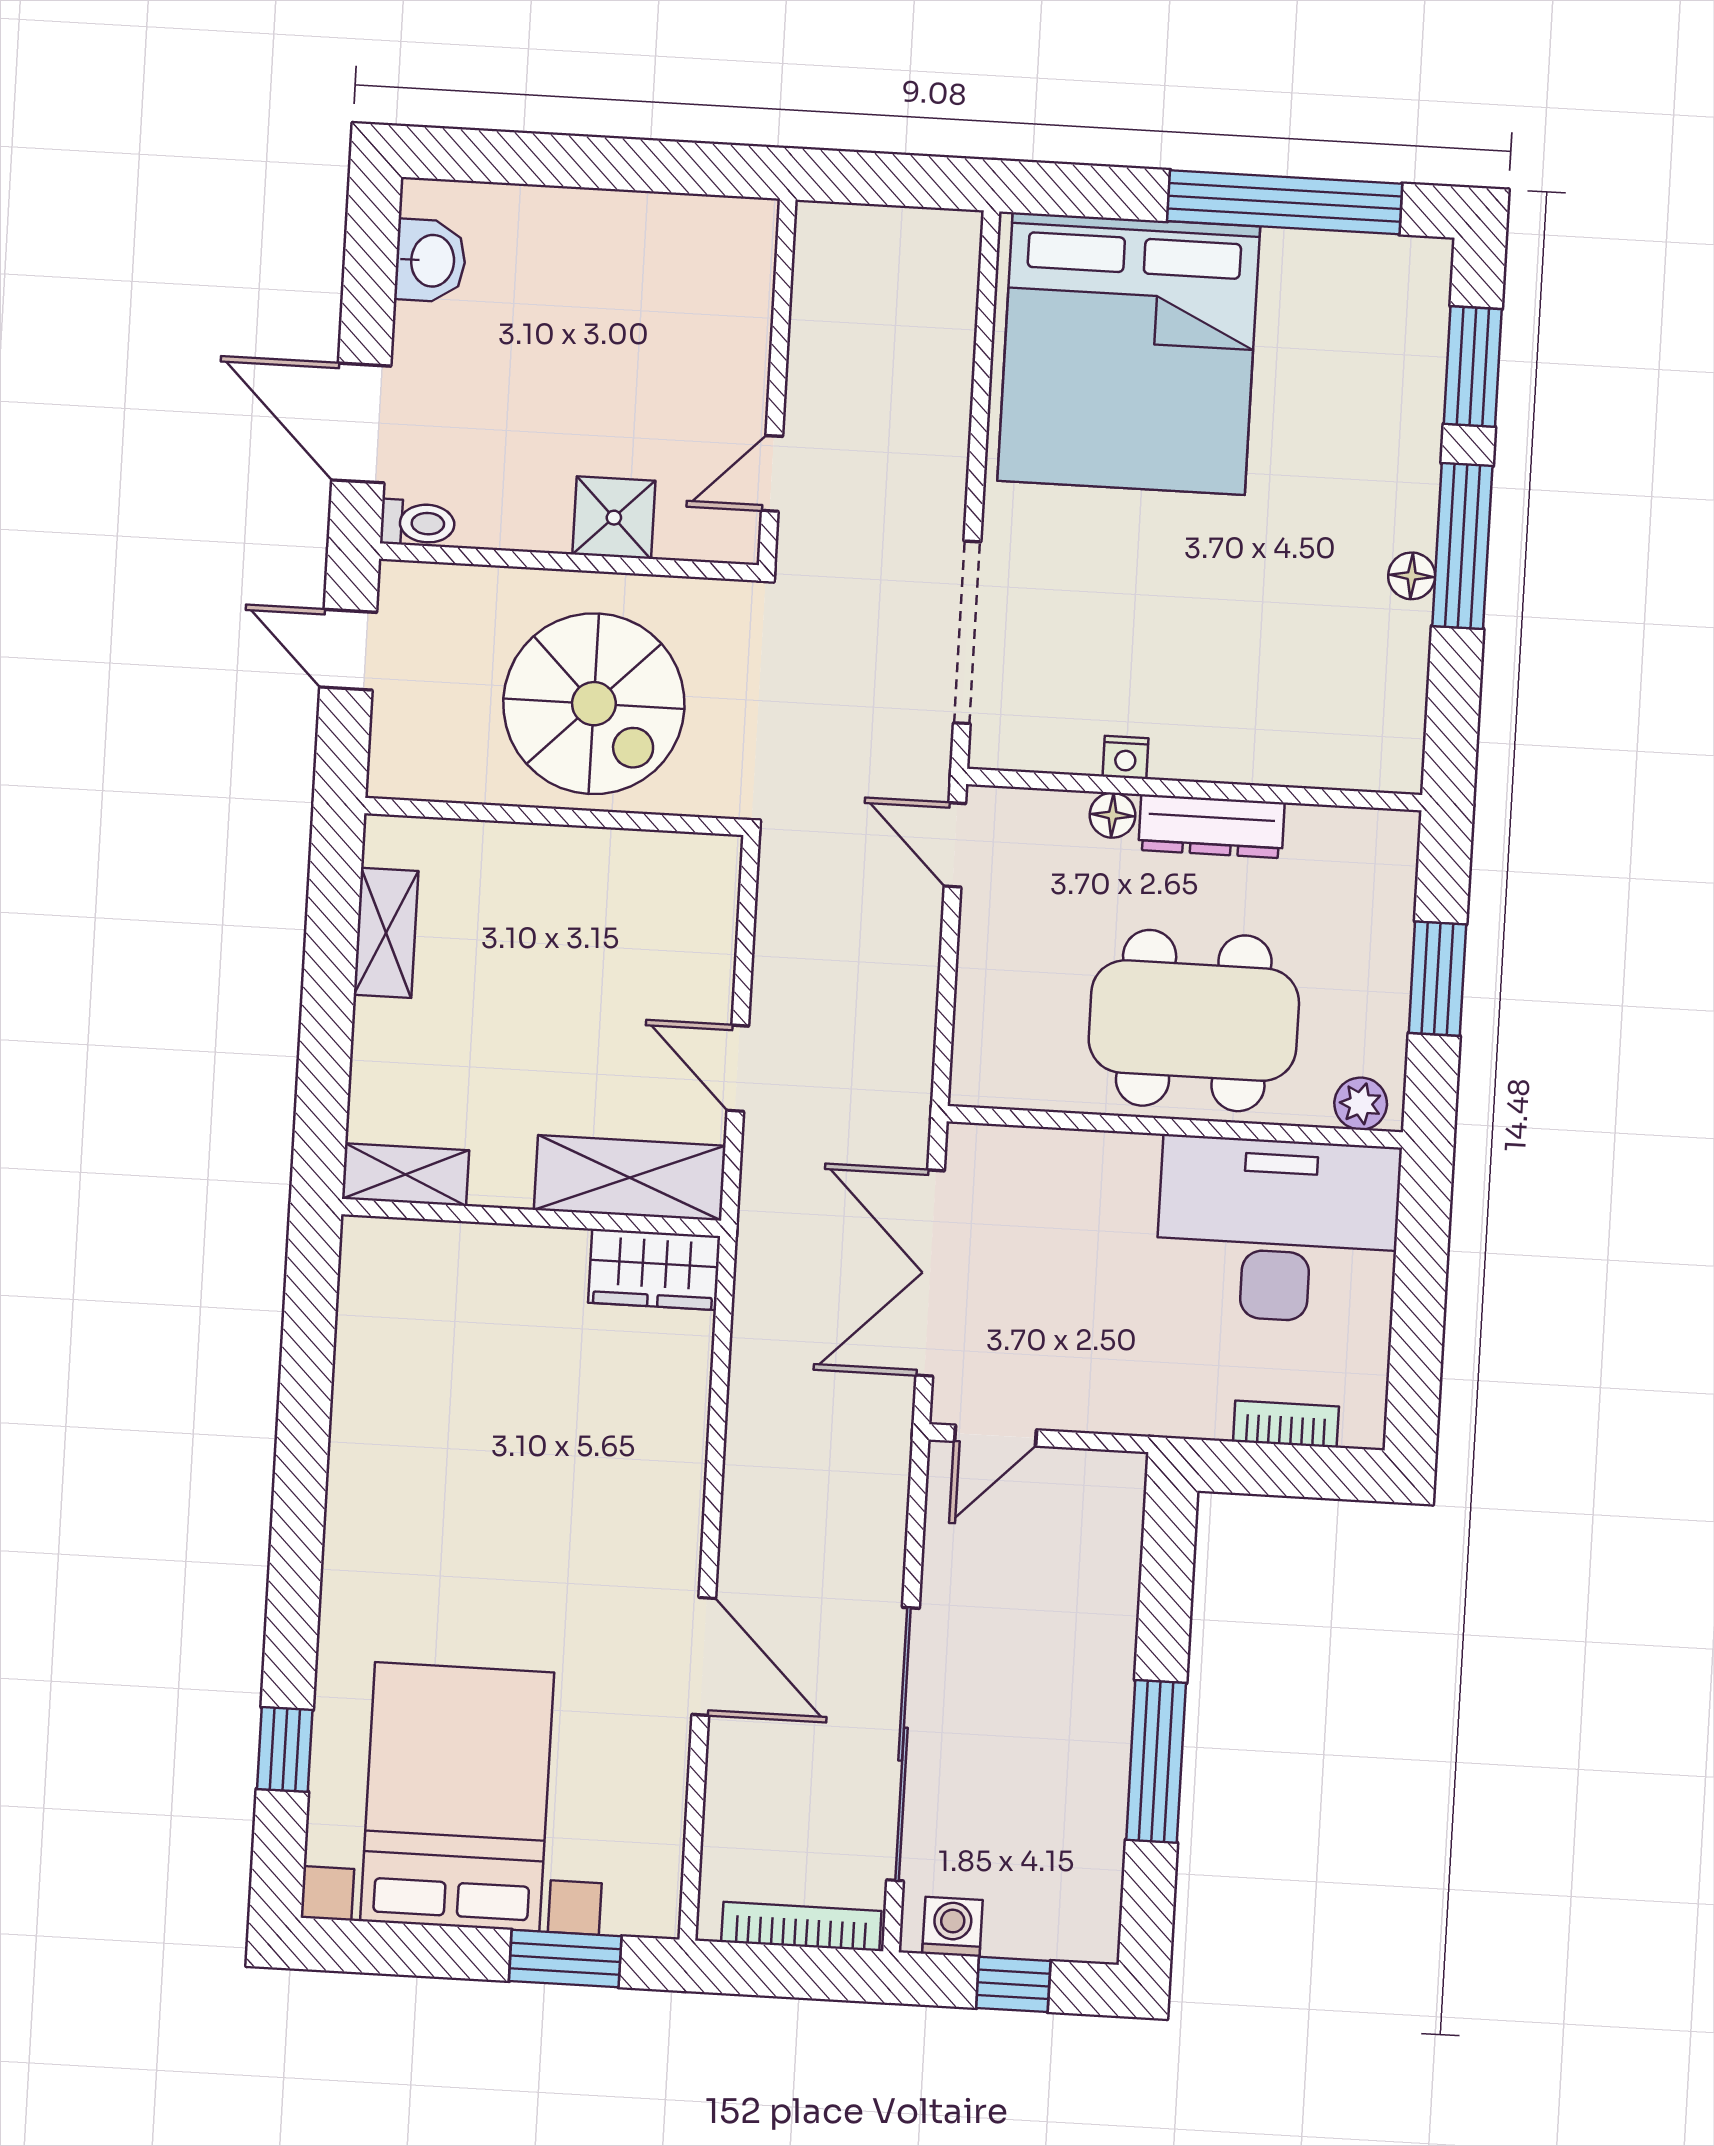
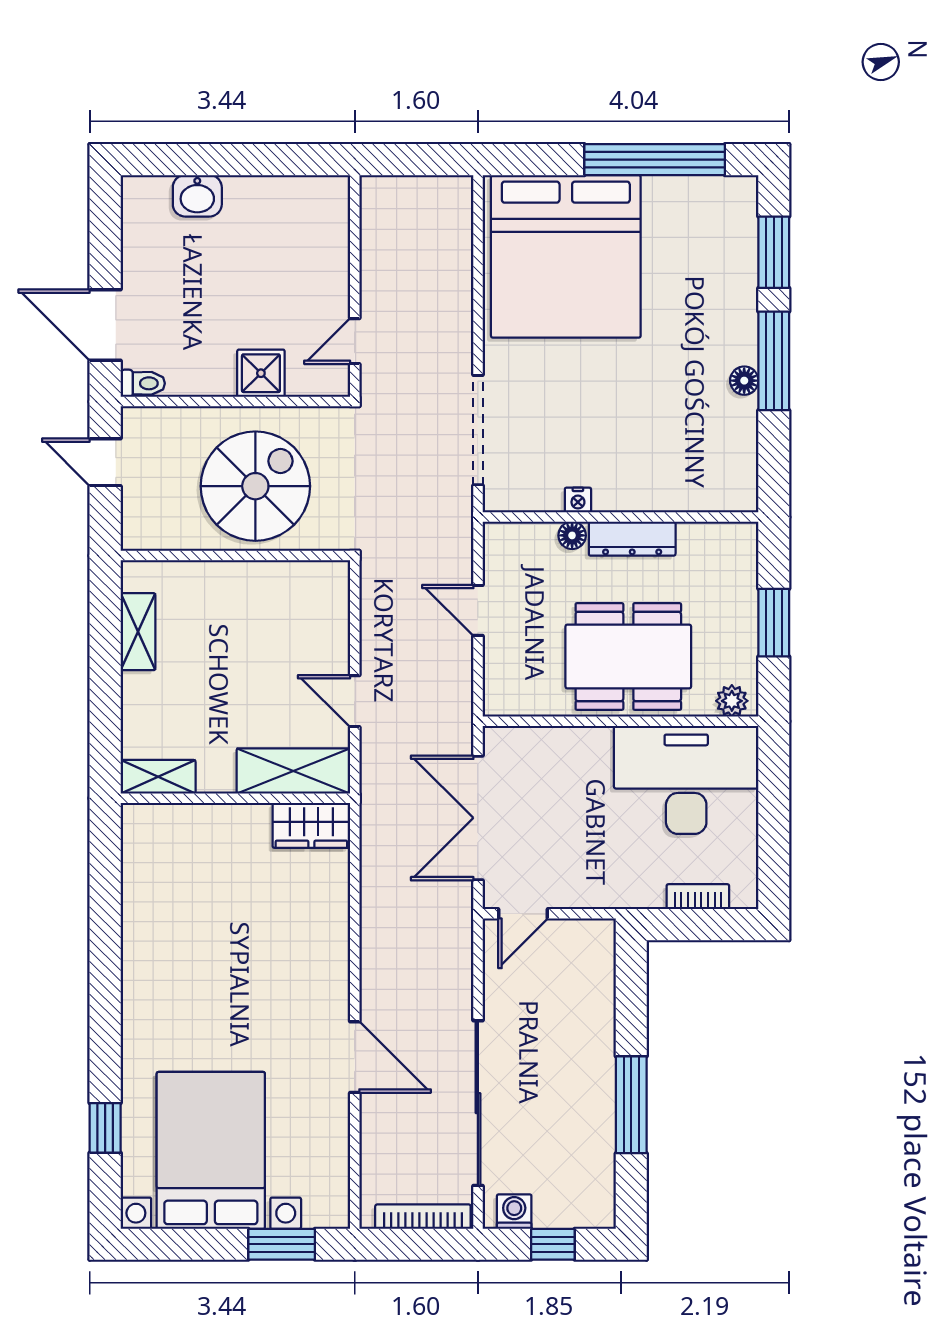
washbasin: (430, 261) -> (197, 196), moved, turned 90
spiral stairs: (594, 704) -> (255, 486), turned -90
door: (955, 845) -> (478, 610), moved

